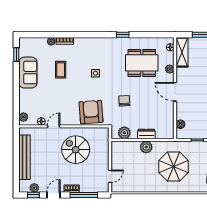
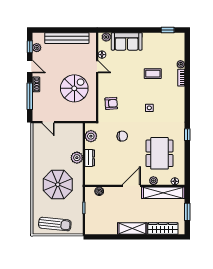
shelving: (182, 52) -> (163, 193), width x1.47
sofa: (28, 73) -> (127, 41), moved
armchair: (91, 112) -> (111, 103), width x0.53, depth x0.53

